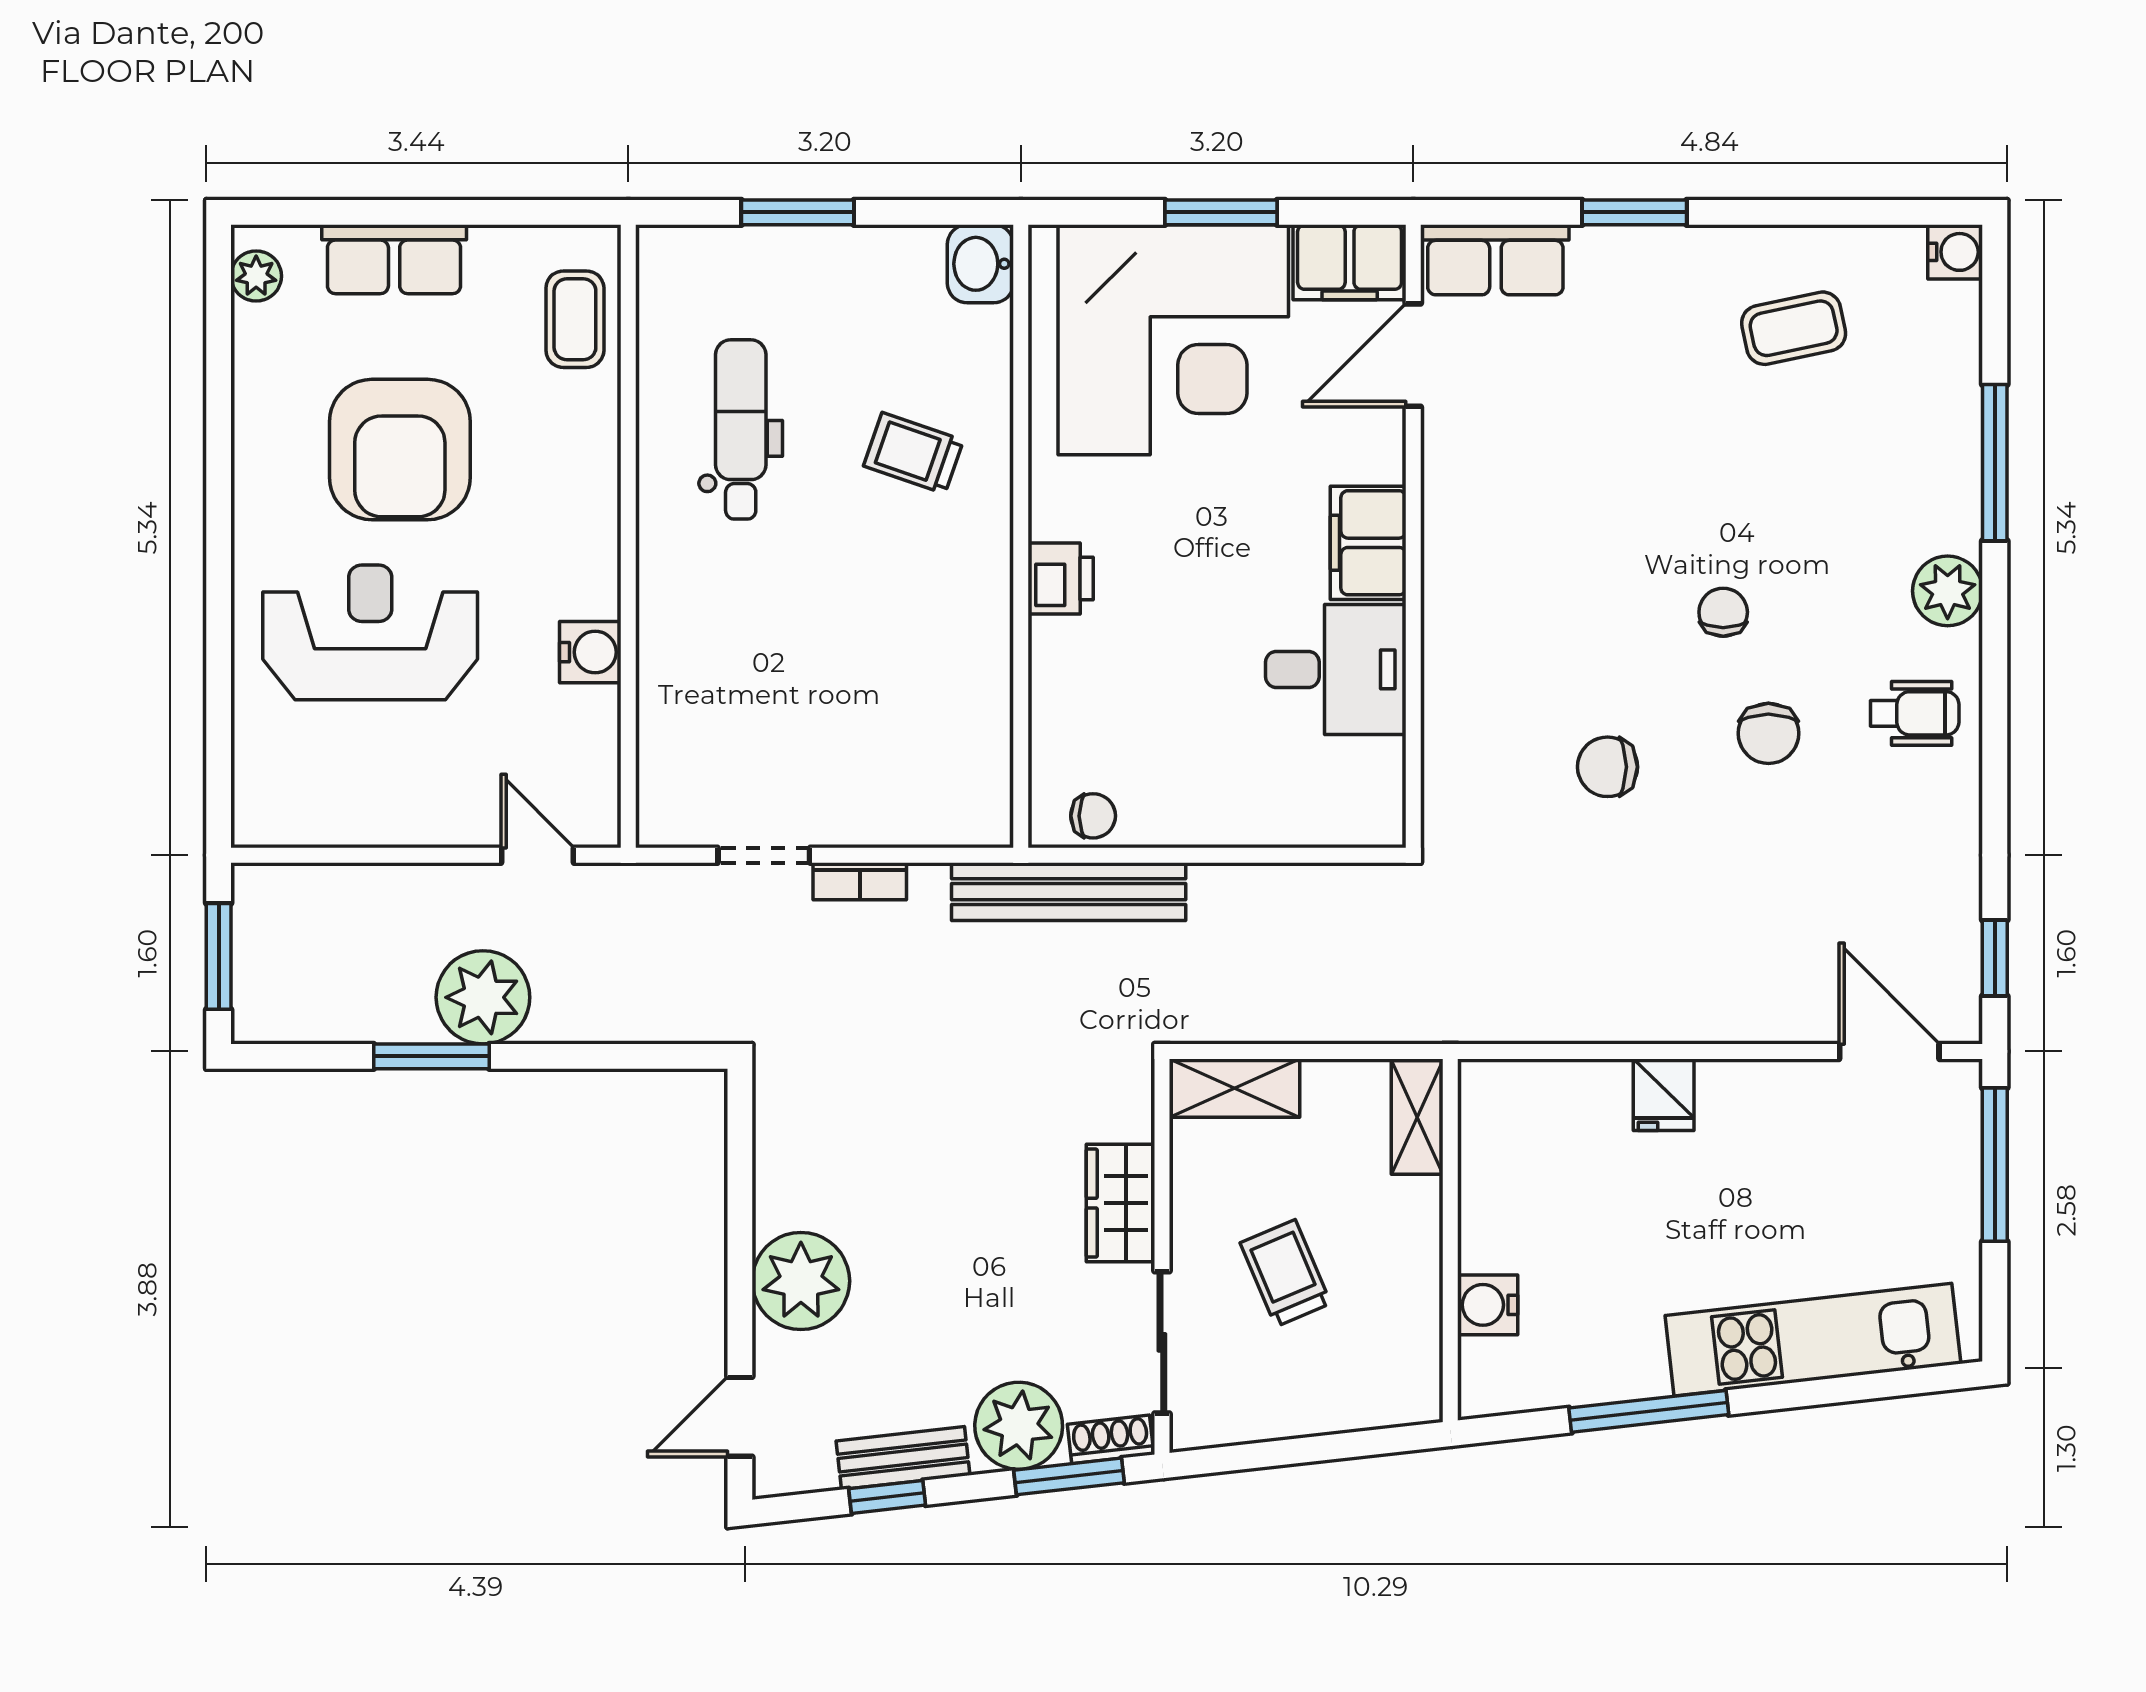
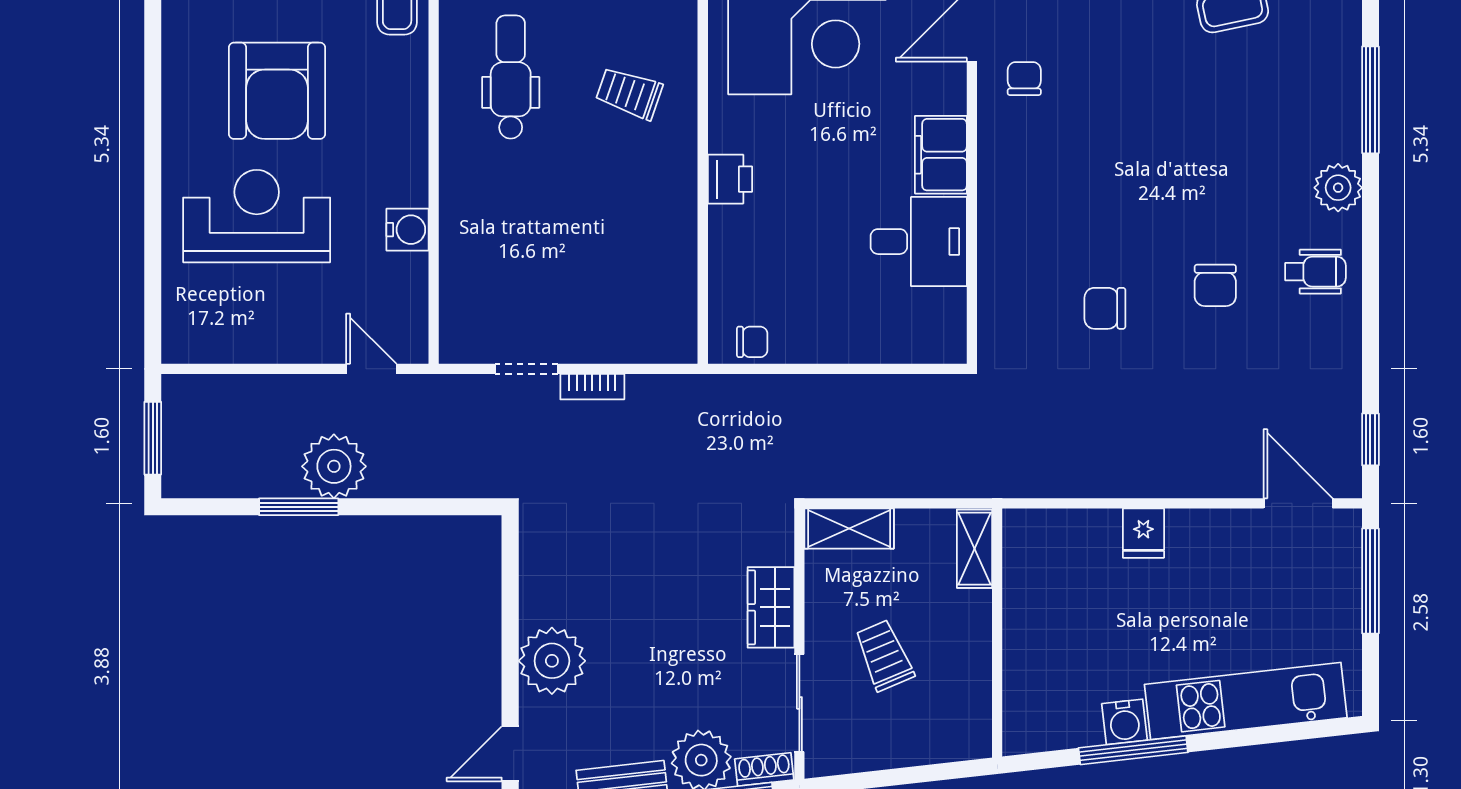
chair: (1723, 612) -> (1024, 79), moved
bench: (1069, 892) -> (736, 394), removed
water cooler: (1488, 1305) -> (1124, 722), moved, turned -96

